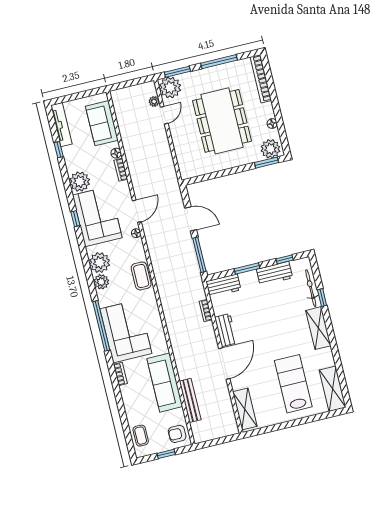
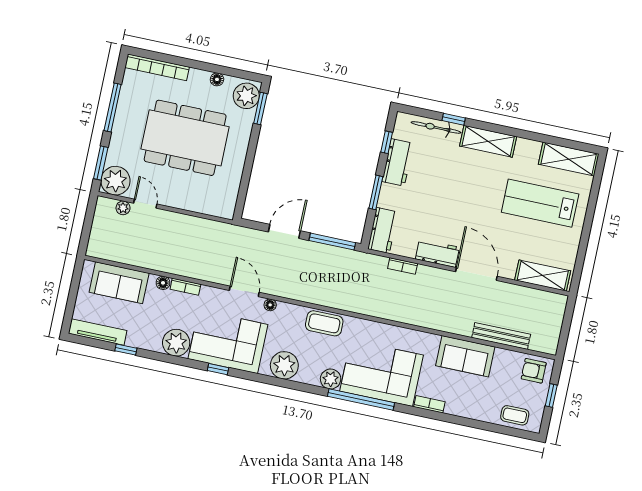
plant: (101, 282) -> (331, 379), moved
sofa: (165, 383) -> (465, 356), width x0.73
armchair: (177, 434) -> (534, 371), turned 90

